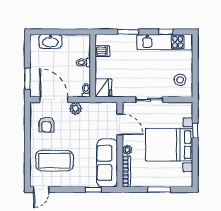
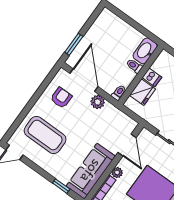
washbasin: (50, 41) -> (145, 51), moved, turned 90
dishwasher: (102, 51) -> (152, 77), moved
fridge: (103, 88) -> (142, 92), moved
armchair: (47, 125) -> (61, 98), turned 180

